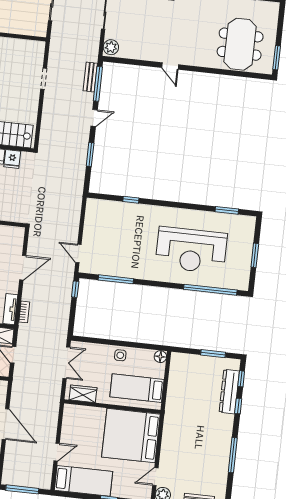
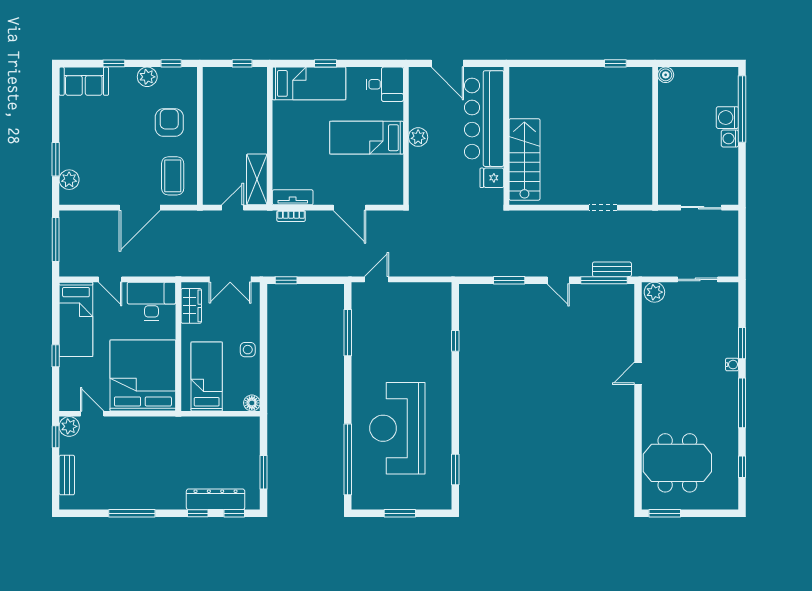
window: (75, 289) -> (286, 280), moved
desk: (76, 423) -> (151, 301), added

